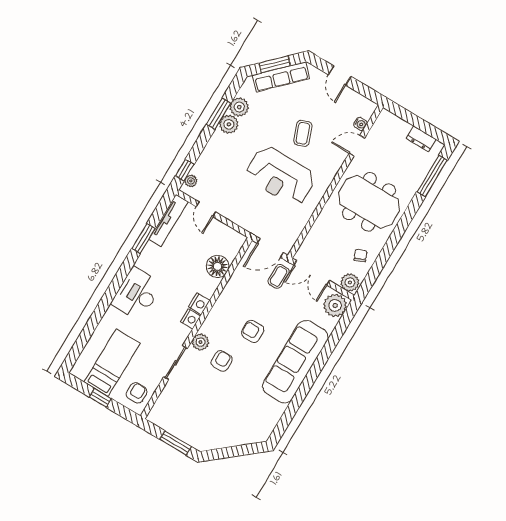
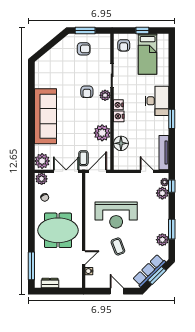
plant: (229, 124) -> (162, 193), moved
reception desk: (280, 176) -> (116, 215), turned 180
window: (144, 238) -> (172, 119), moved
plant: (234, 295) -> (102, 133), added
armchair: (253, 331) -> (84, 49), moved

